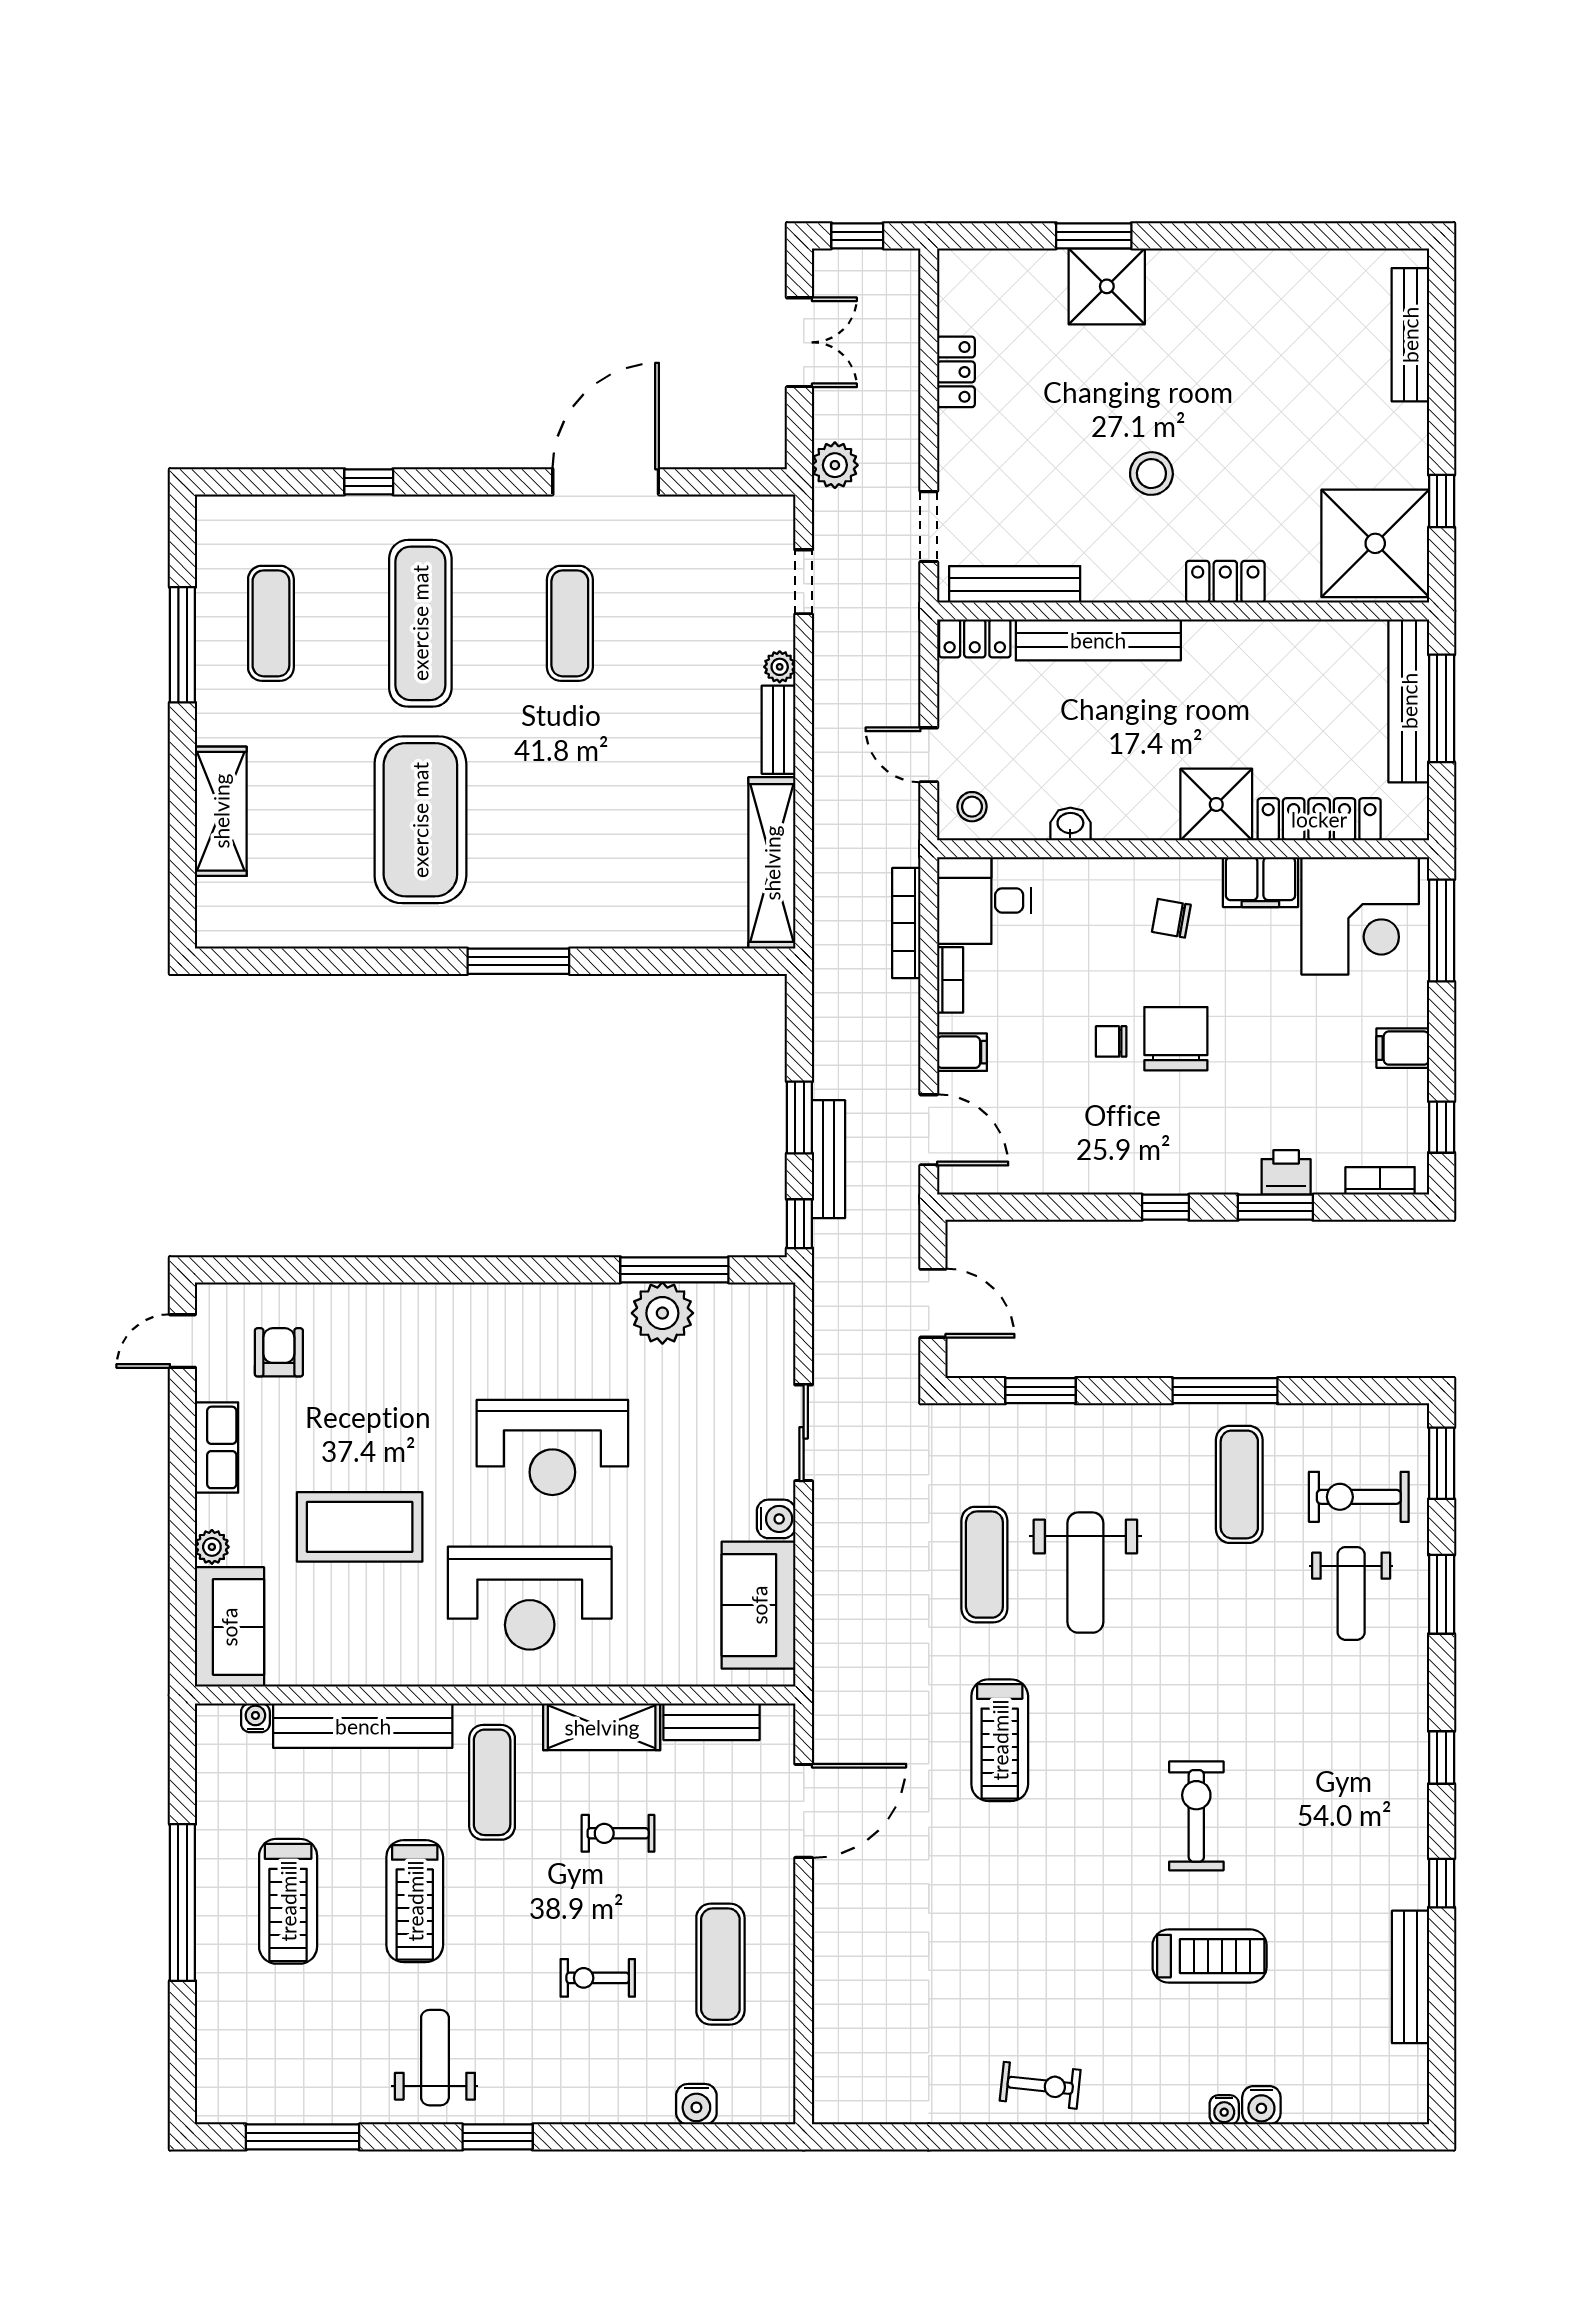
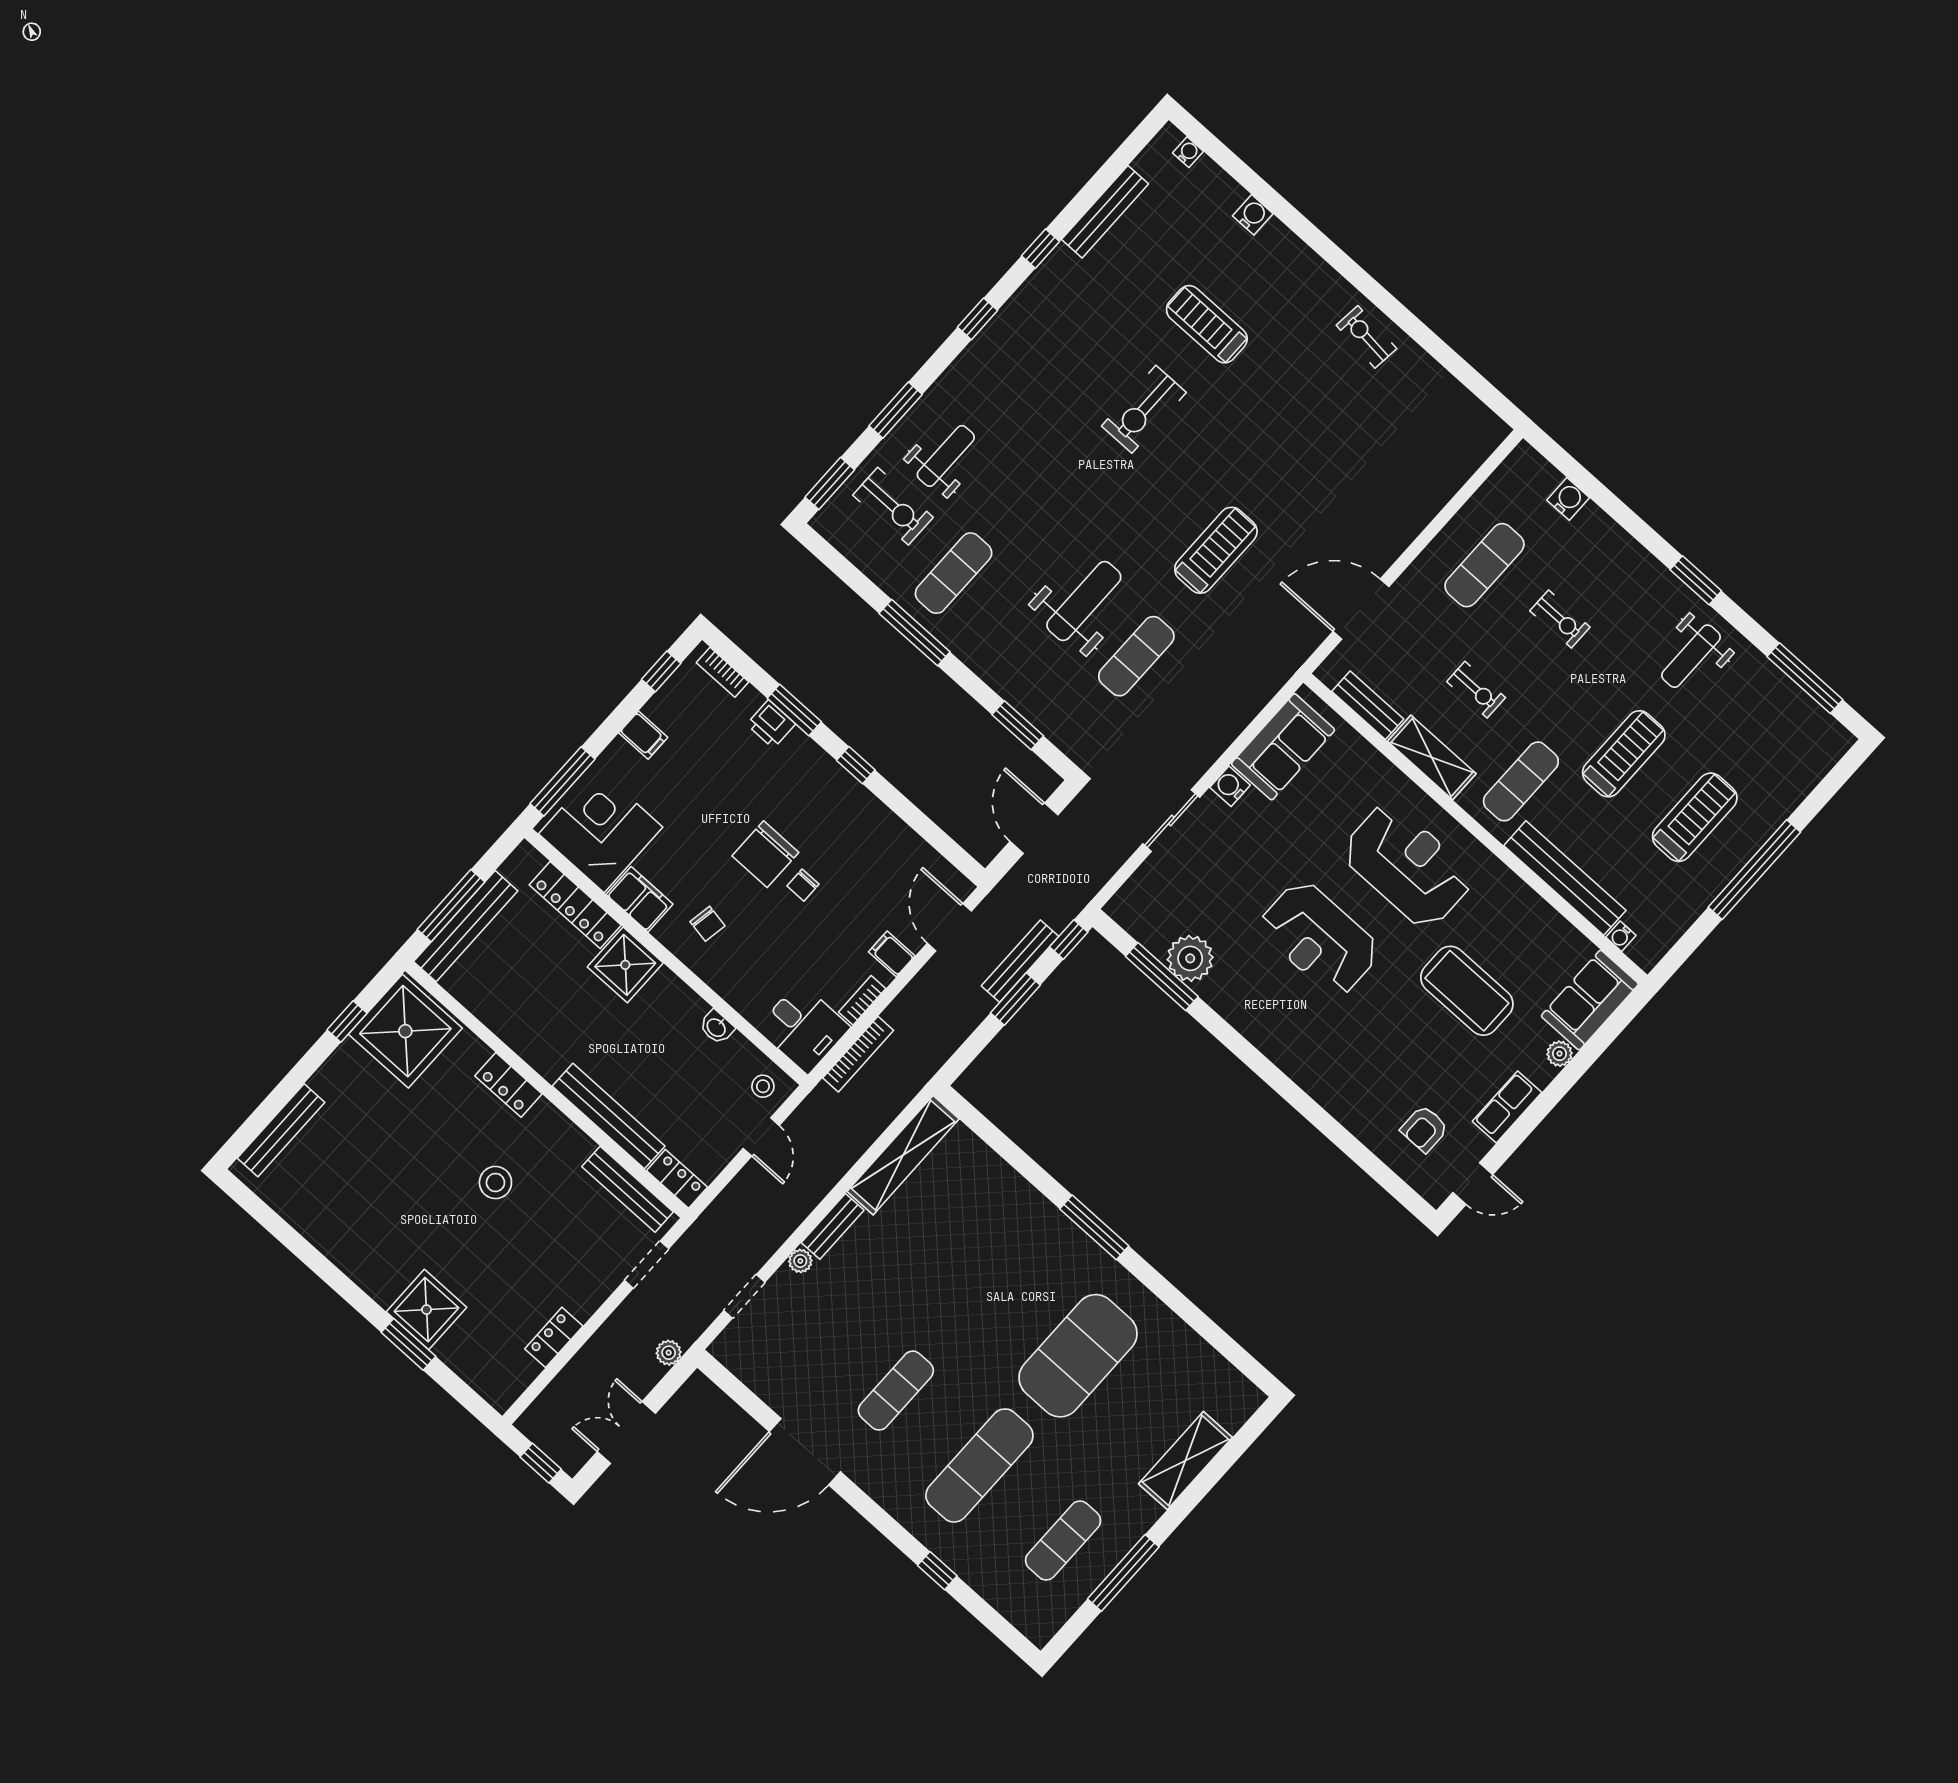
plant: (835, 465) -> (669, 1353), width x0.73, depth x0.73
chair: (1111, 1041) -> (803, 885), turned 90
reception desk: (552, 1447) -> (1319, 938), turned 180
water cooler: (1224, 2110) -> (1188, 152), moved

